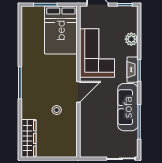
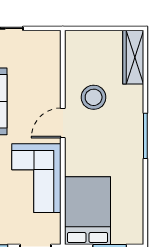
stool: (57, 110) -> (94, 97), width x1.89, depth x1.89

